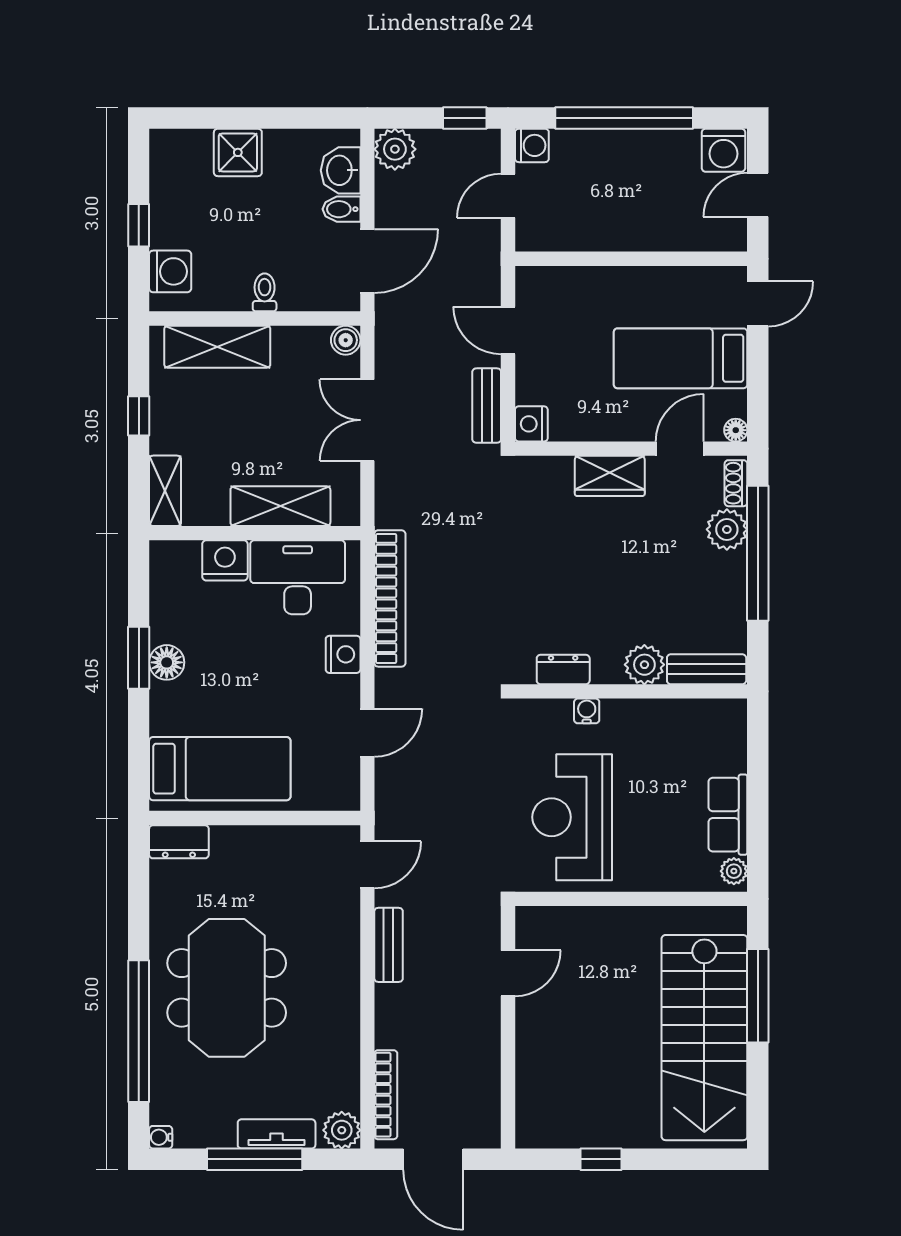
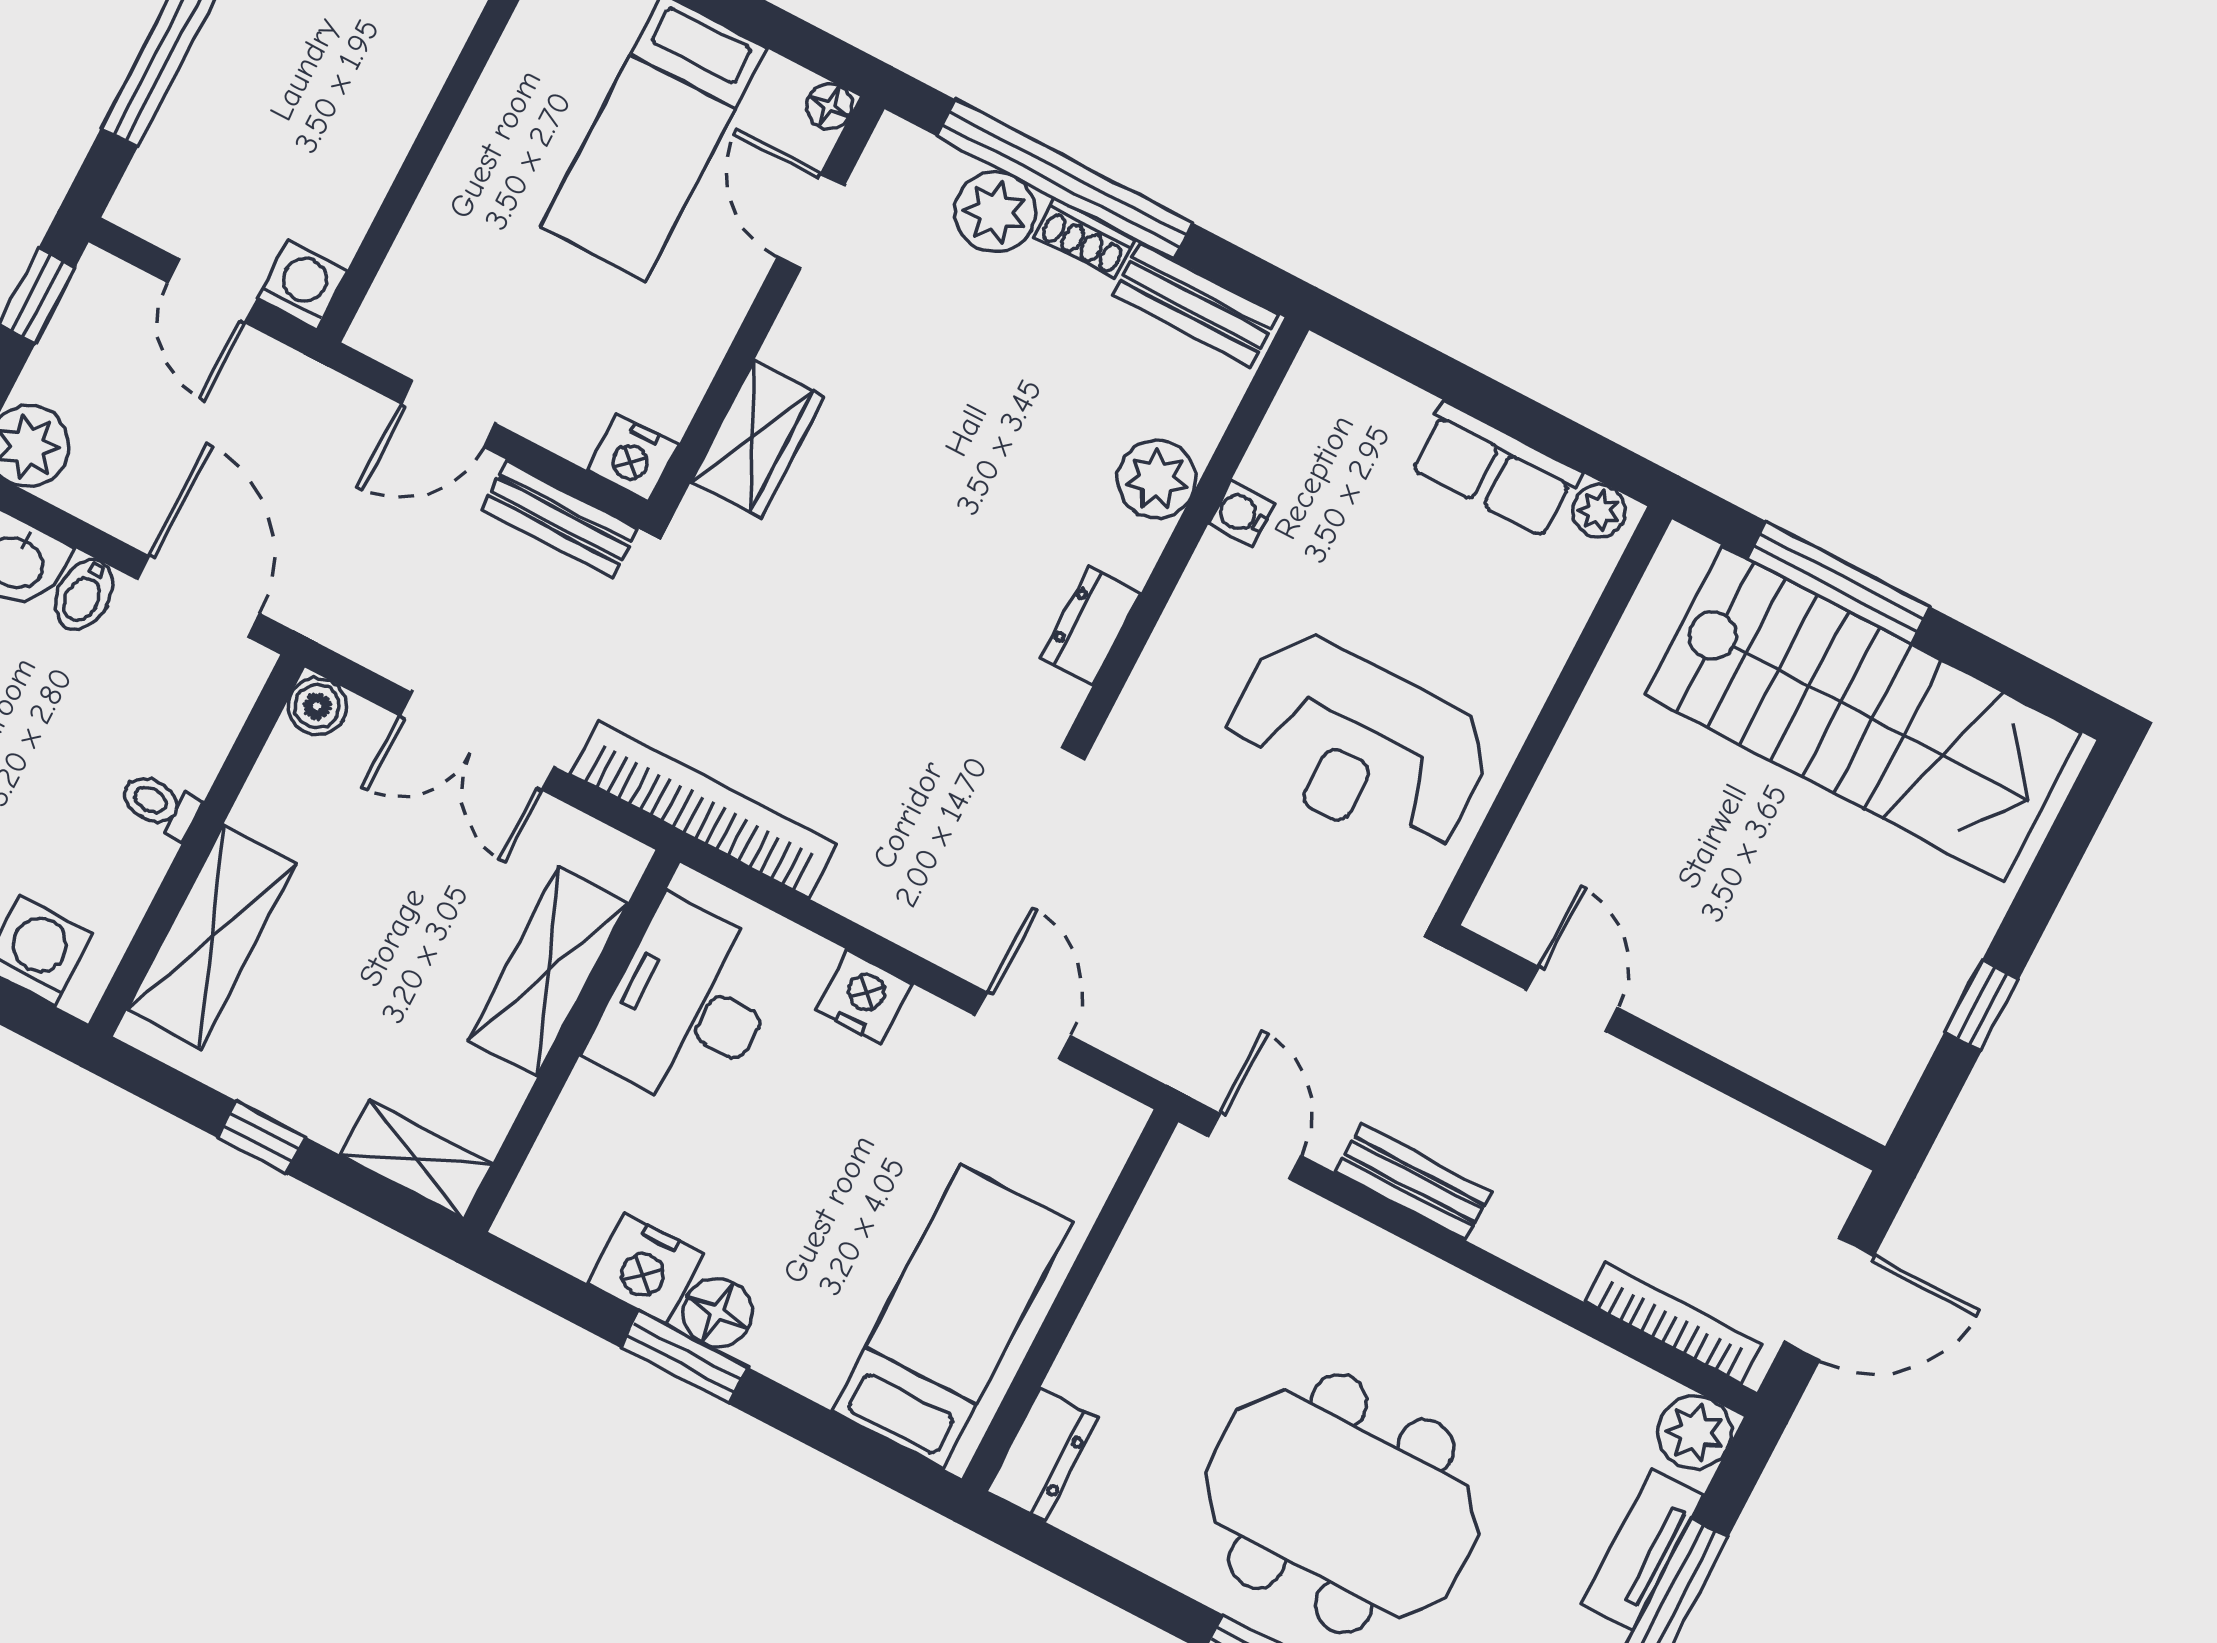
washing machine: (532, 145) -> (302, 285), moved
wardrobe: (610, 476) -> (758, 439), moved
shoe rack: (736, 483) -> (1084, 238), moved
nightstand: (225, 560) -> (645, 1269), moved, turned -90
bookcase: (390, 598) -> (703, 809), moved
bench: (707, 669) -> (1195, 305), moved, turned 90
water cooler: (587, 711) -> (1241, 514), moved

